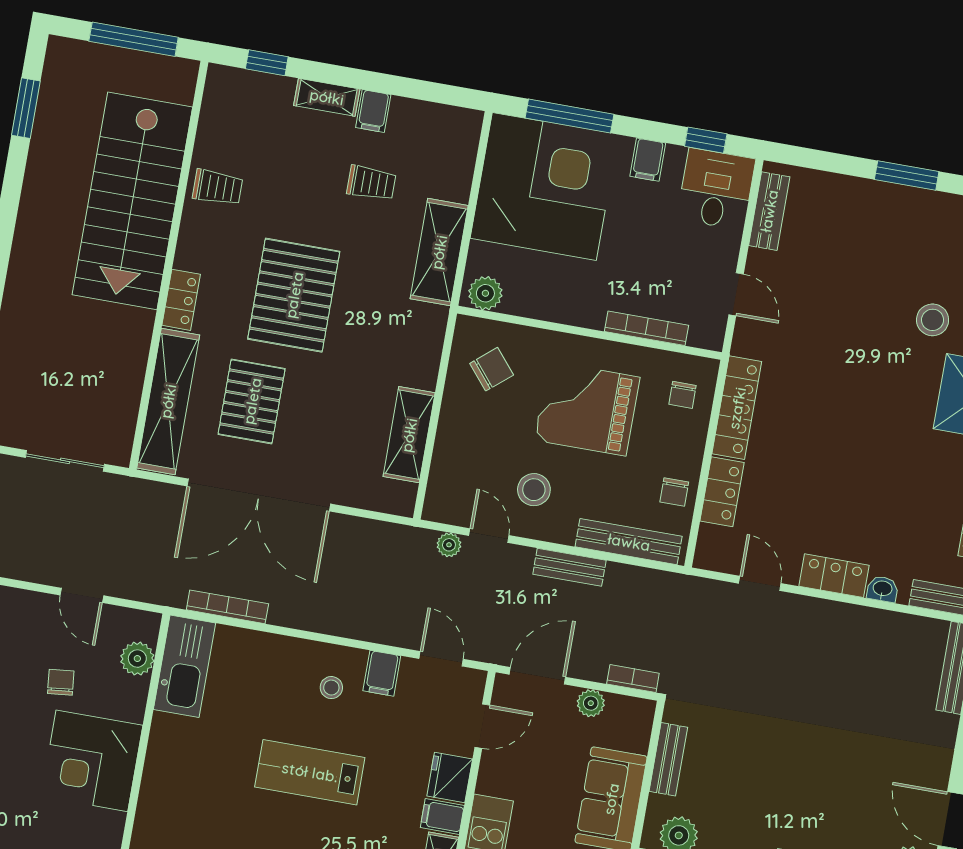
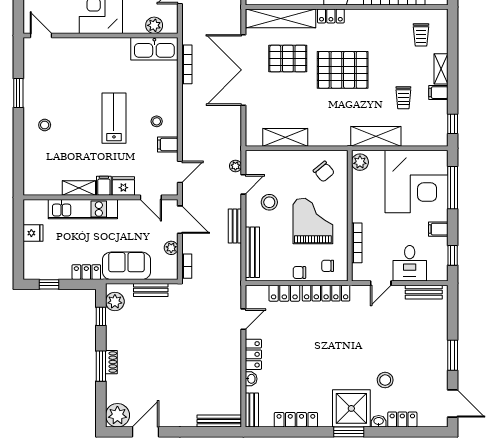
window: (267, 63) -> (453, 124), moved
trolley: (218, 187) -> (421, 35), moved
desk: (716, 189) -> (410, 263), moved, turned 90
chair: (674, 492) -> (299, 273), moved

